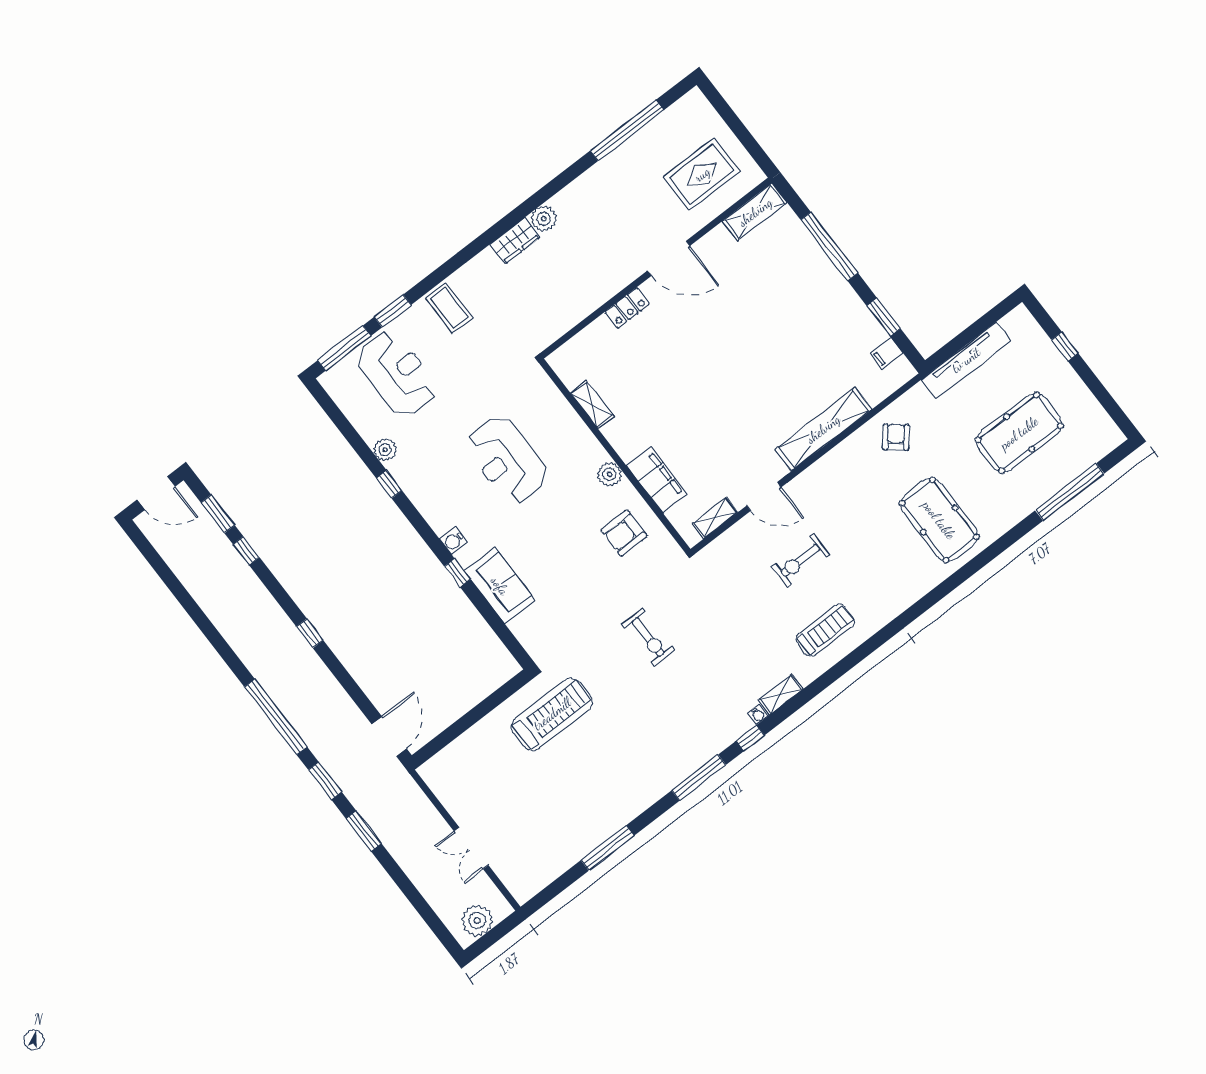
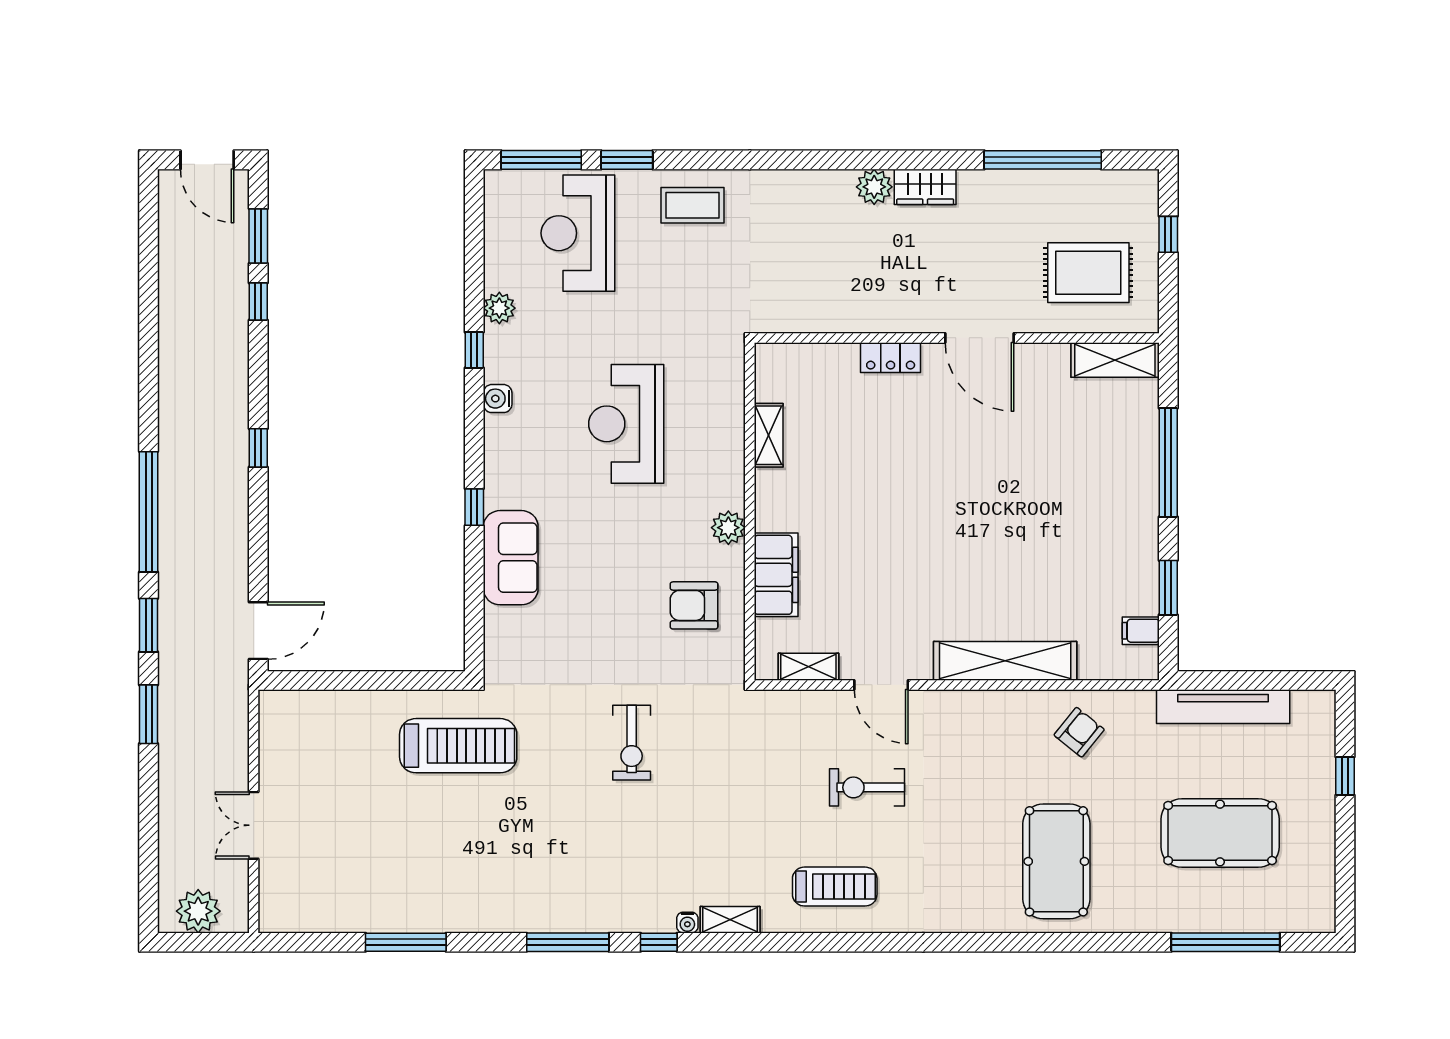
window: (730, 118) -> (1168, 234), added
wardrobe: (515, 241) -> (925, 187), moved
coffee table: (449, 308) -> (692, 205), turned 90
reception desk: (397, 374) -> (578, 233), turned 180
water cooler: (454, 541) -> (498, 399), moved

